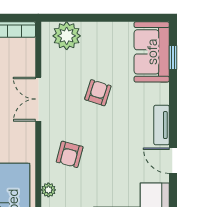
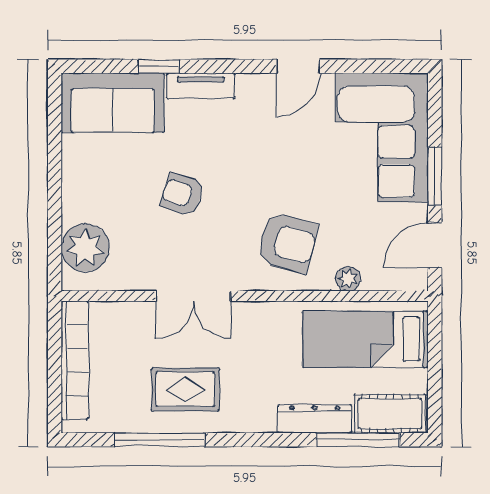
window: (173, 57) -> (159, 66), moved
tv unit: (162, 125) -> (201, 86), moved
armchair: (70, 154) -> (287, 243), width x1.38, depth x1.38

